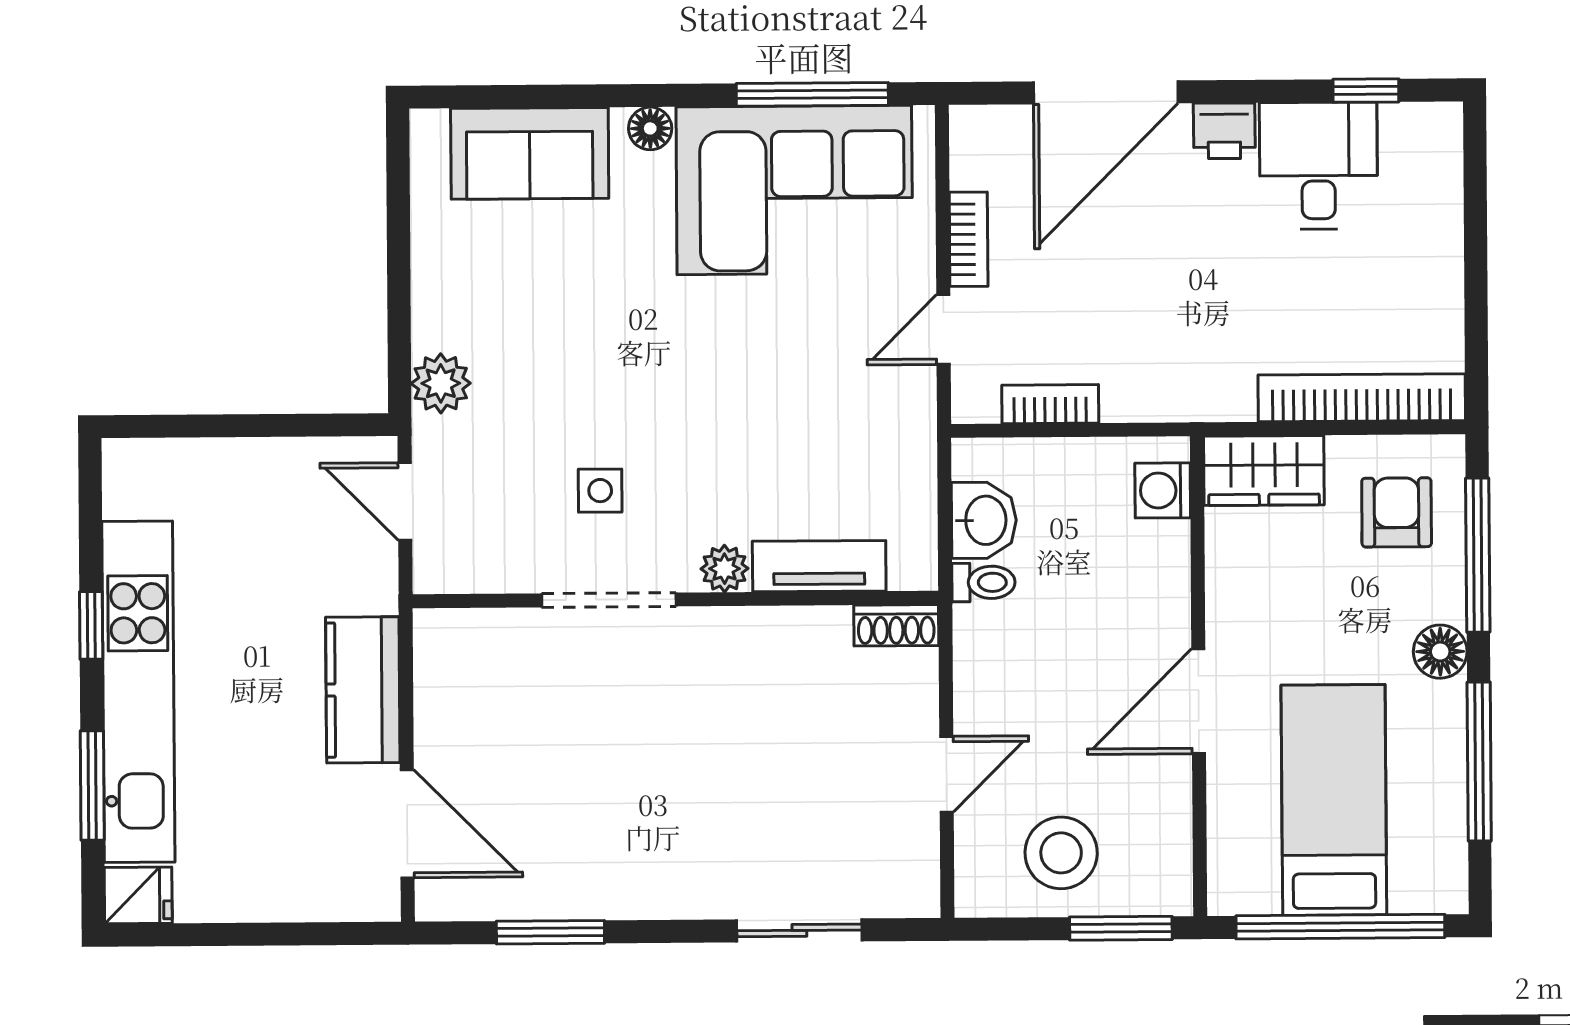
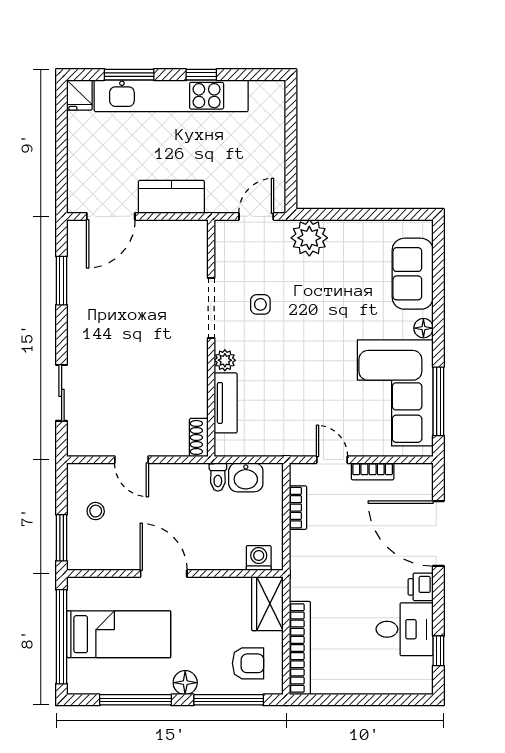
plant: (441, 383) -> (309, 238), width x1.36, depth x1.36
stool: (1061, 853) -> (96, 511), width x0.53, depth x0.53

